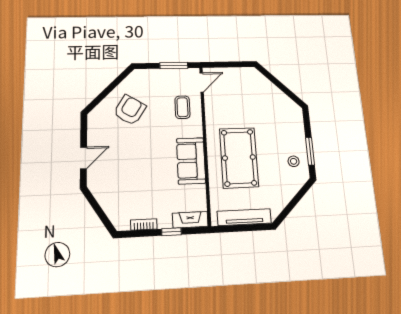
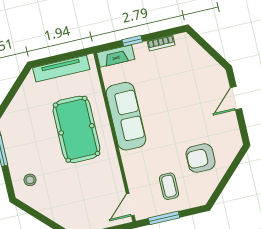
coffee table: (182, 107) -> (169, 186), moved
armchair: (130, 110) -> (201, 158), turned 58
sofa: (191, 161) -> (126, 116), width x1.36
stool: (294, 161) -> (30, 180), moved

